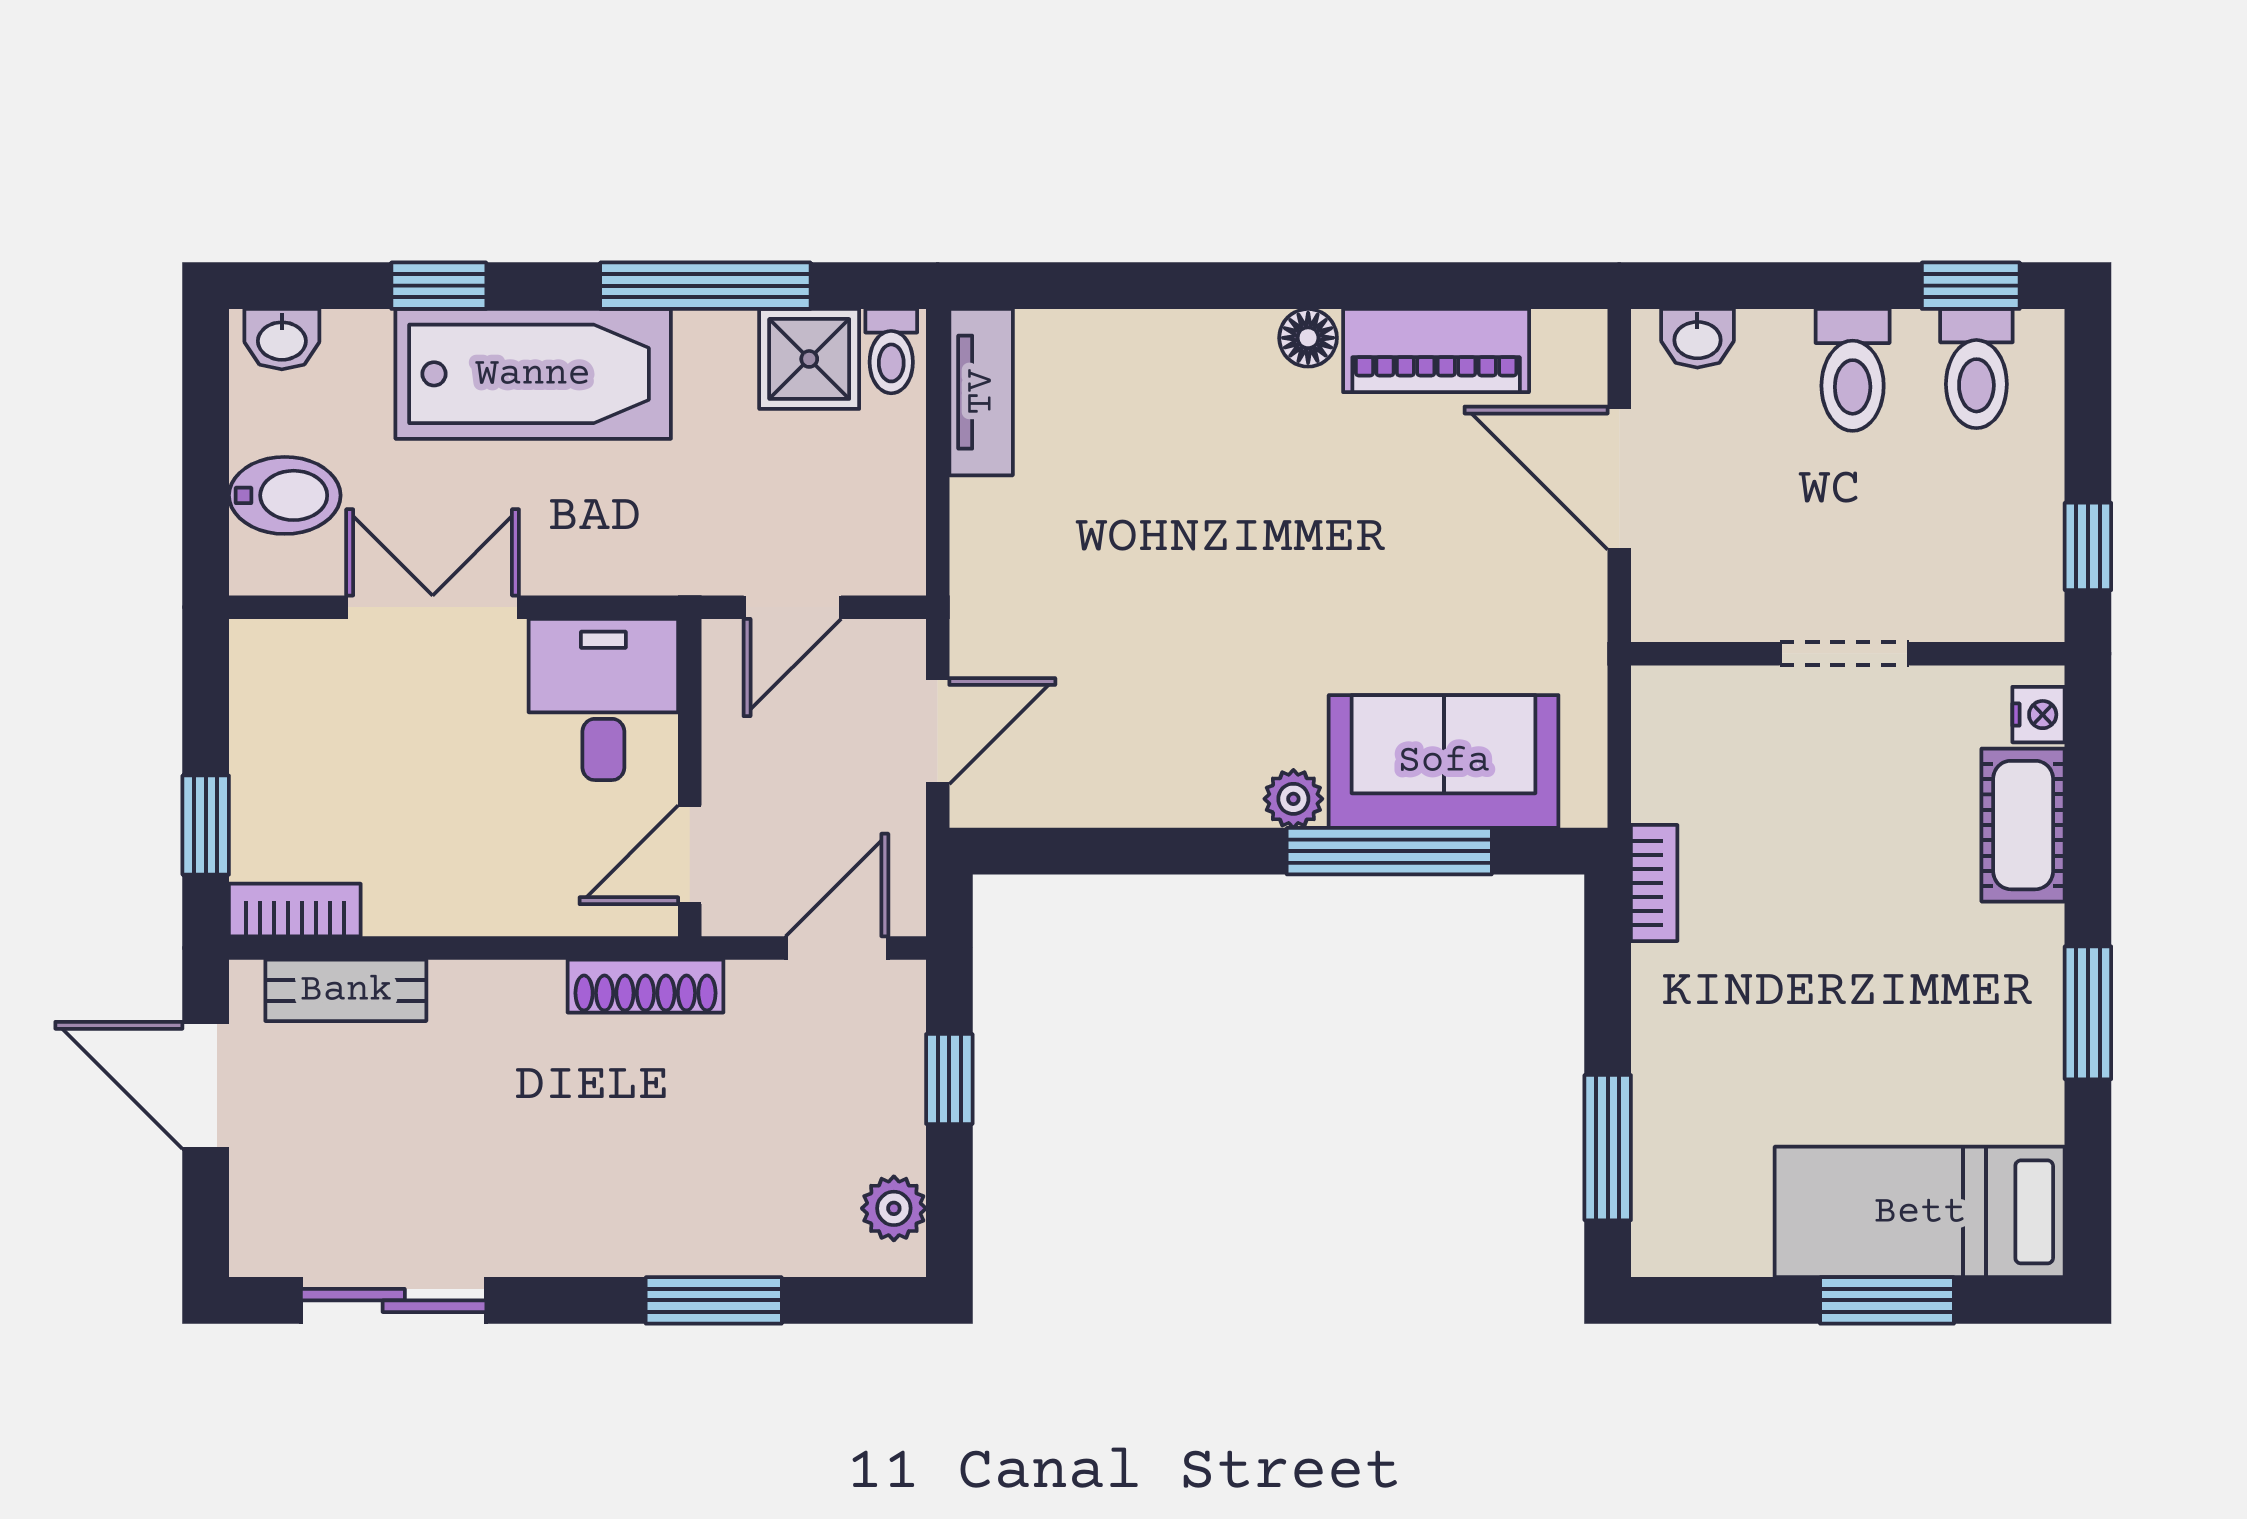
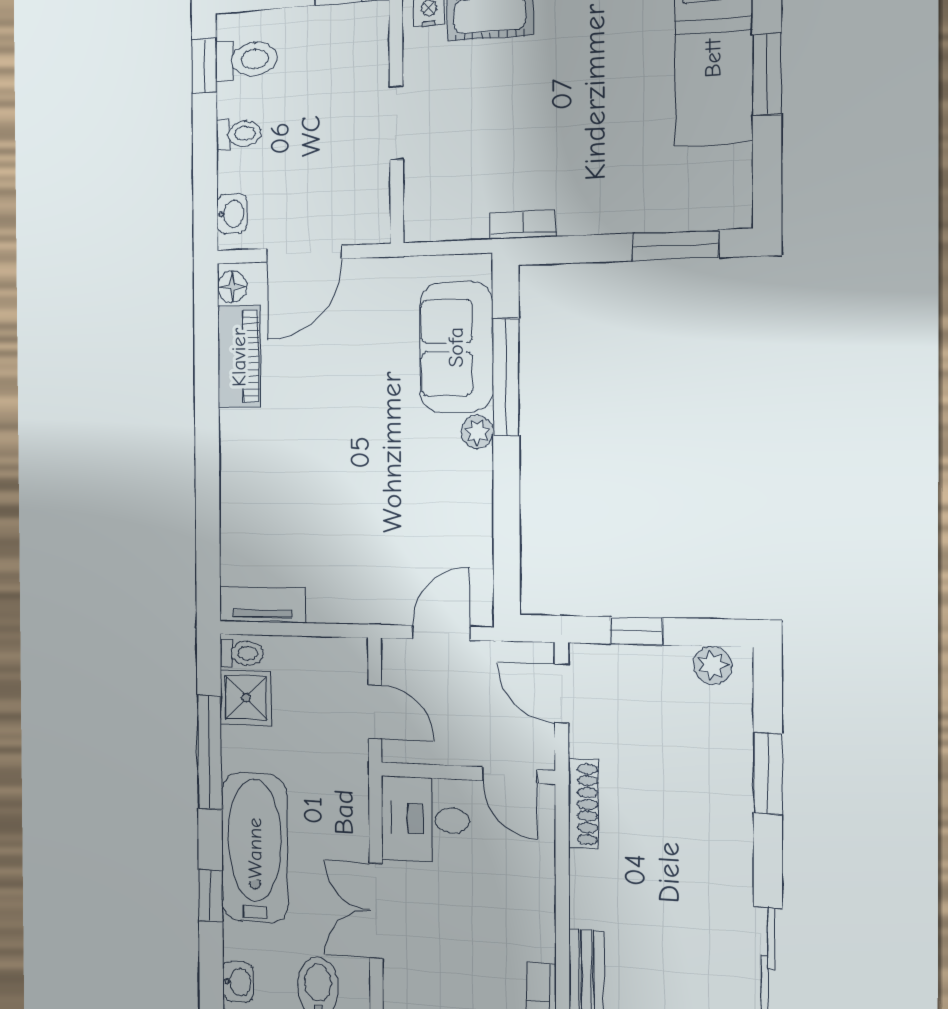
floor lamp: (1308, 338) -> (232, 287), moved
toilet: (1853, 370) -> (239, 134), width x0.73, depth x0.72
door: (938, 731) -> (441, 633), hinge flipped

